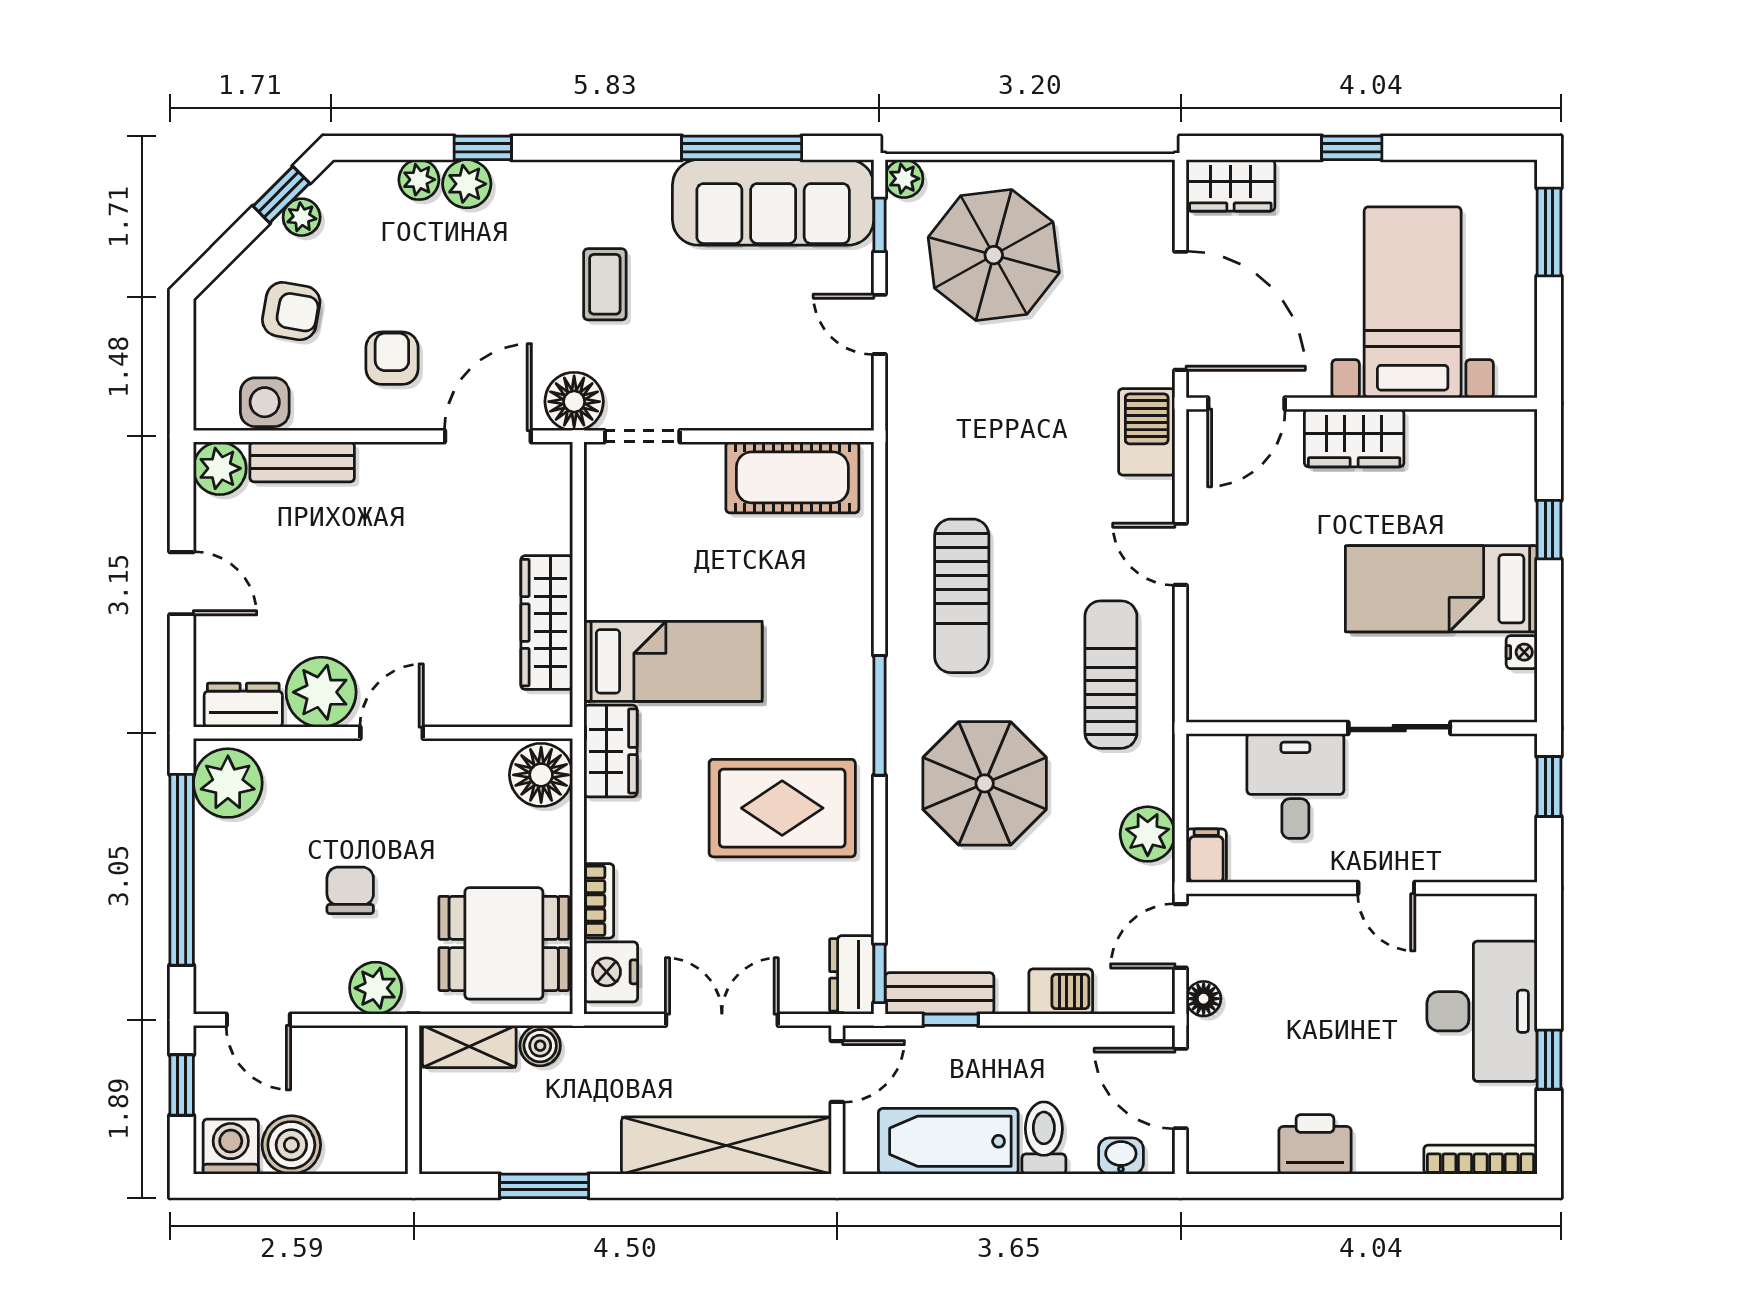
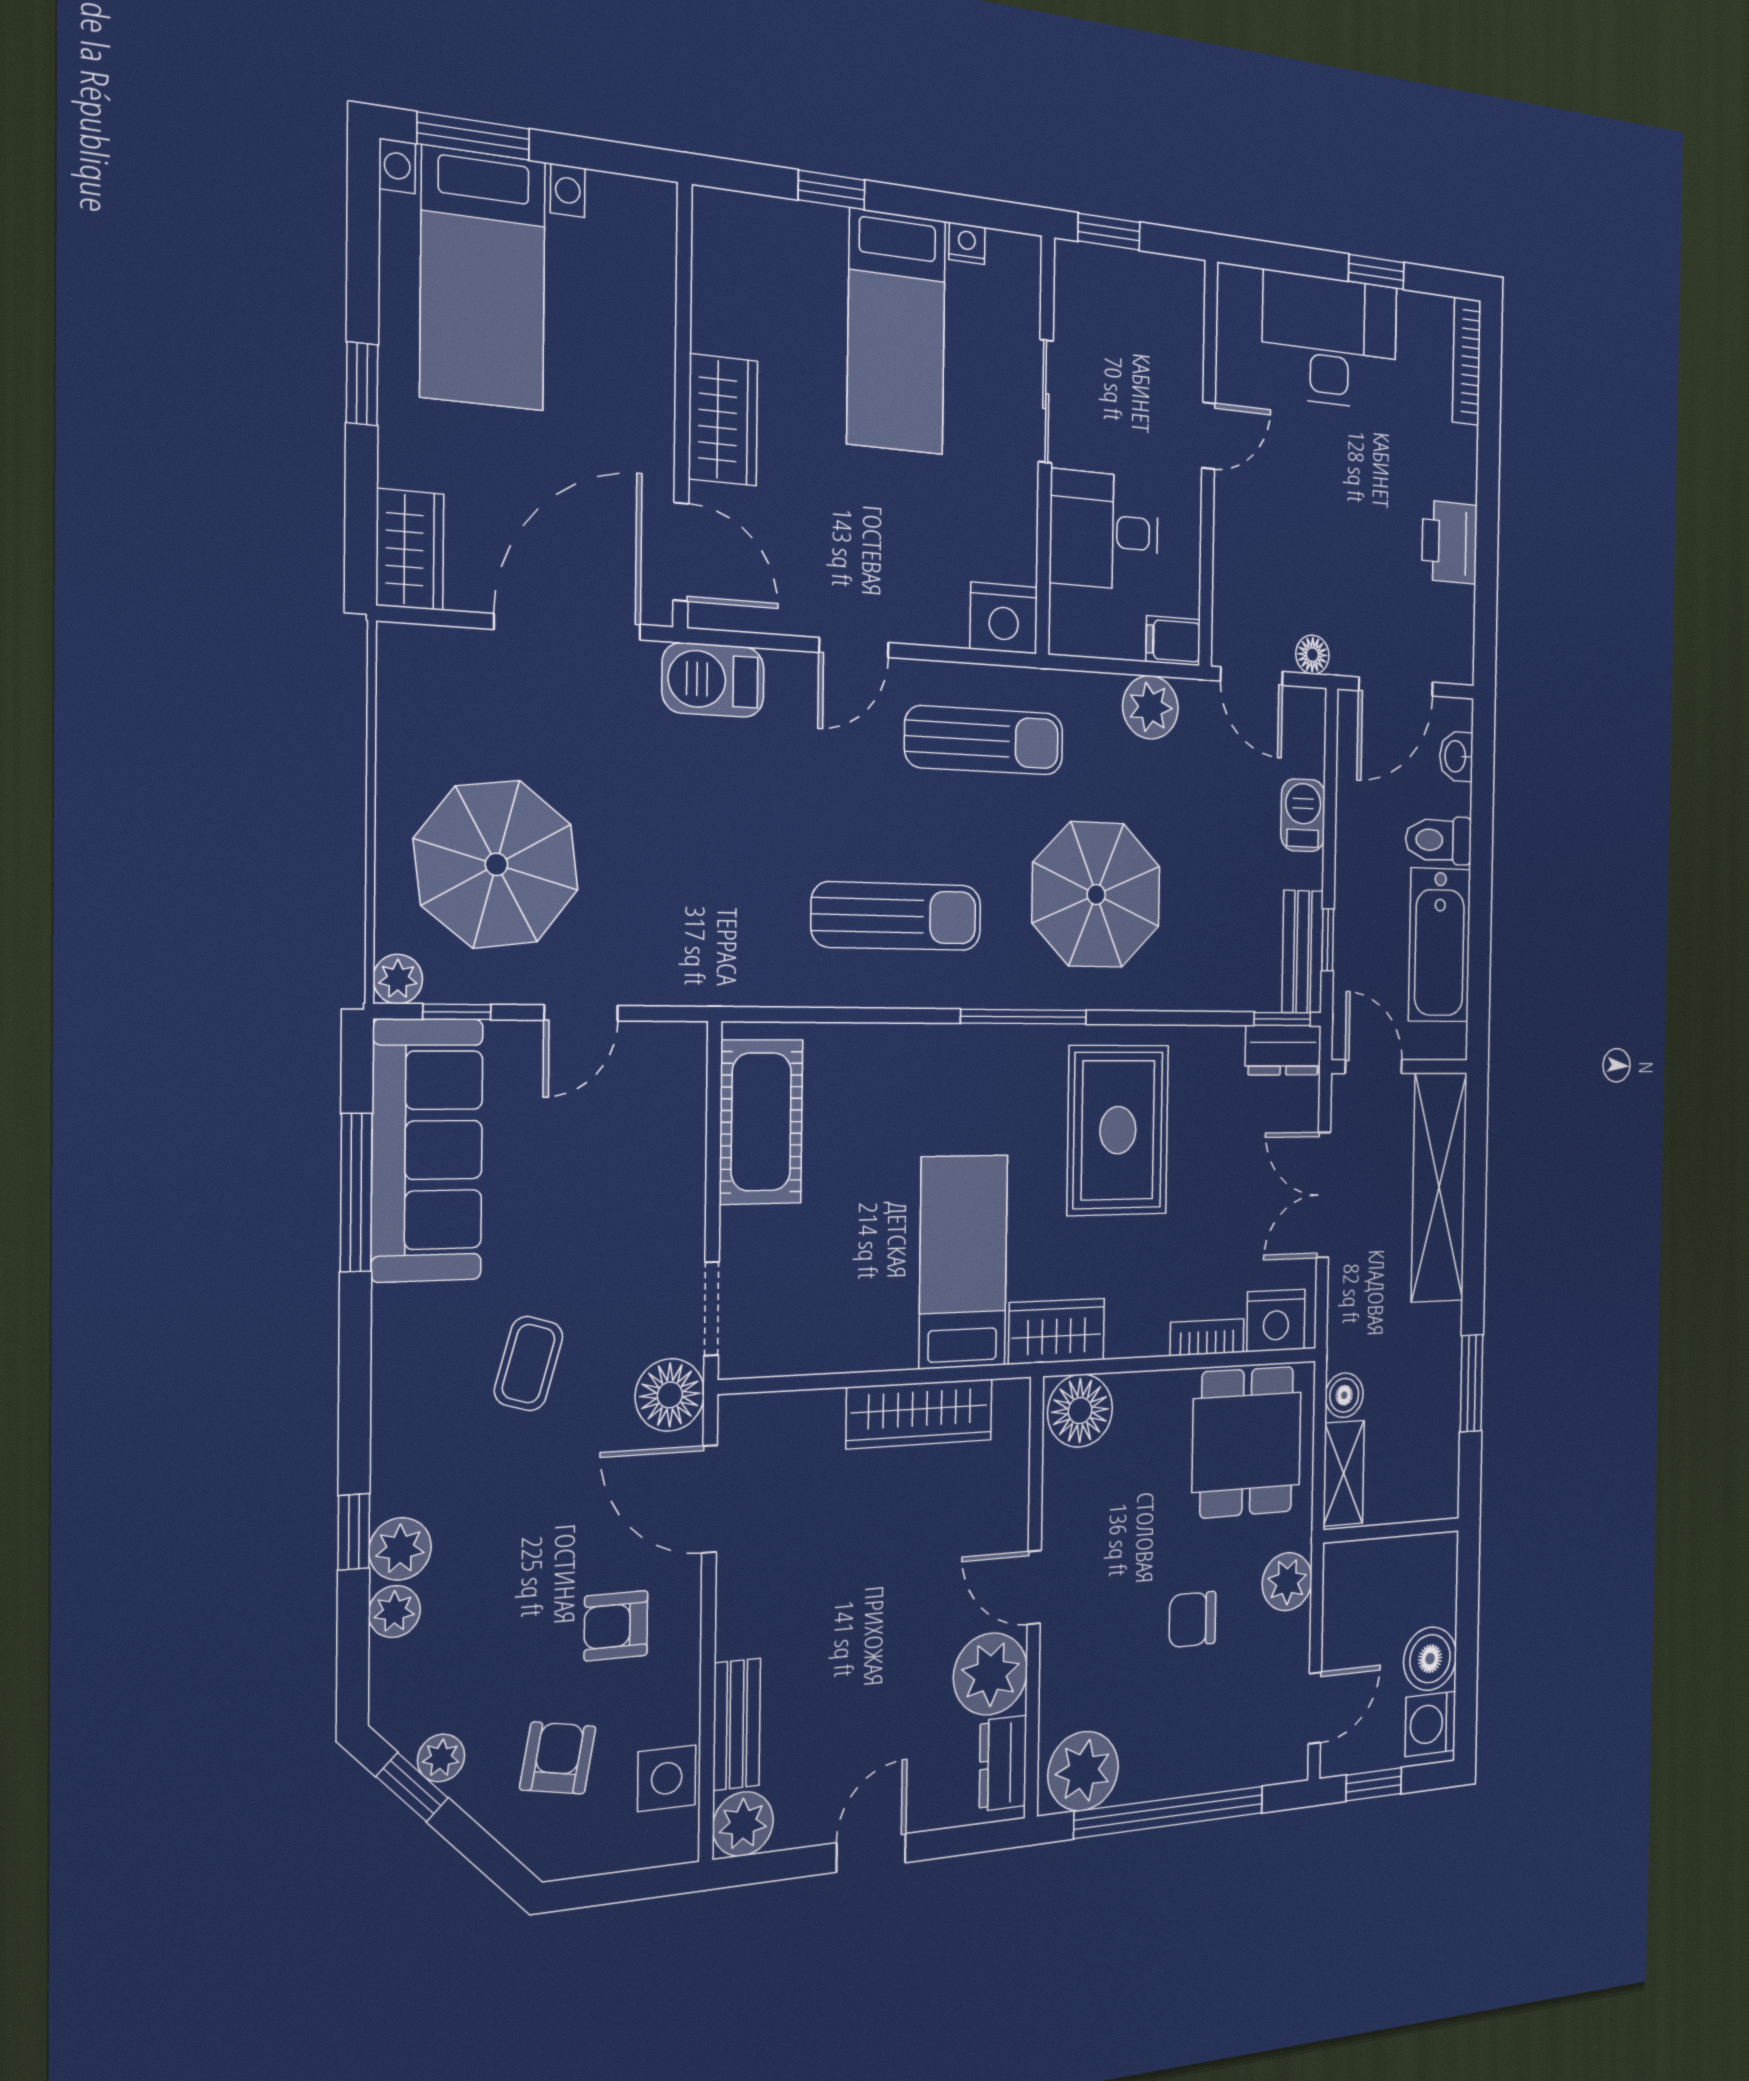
coffee table: (605, 284) -> (529, 1364), turned -74
bed with nightstands: (1413, 302) -> (483, 279), moved, turned -90
sun lounger: (1111, 675) -> (984, 740), turned 180
nightstand: (1214, 691) -> (1004, 618), added

